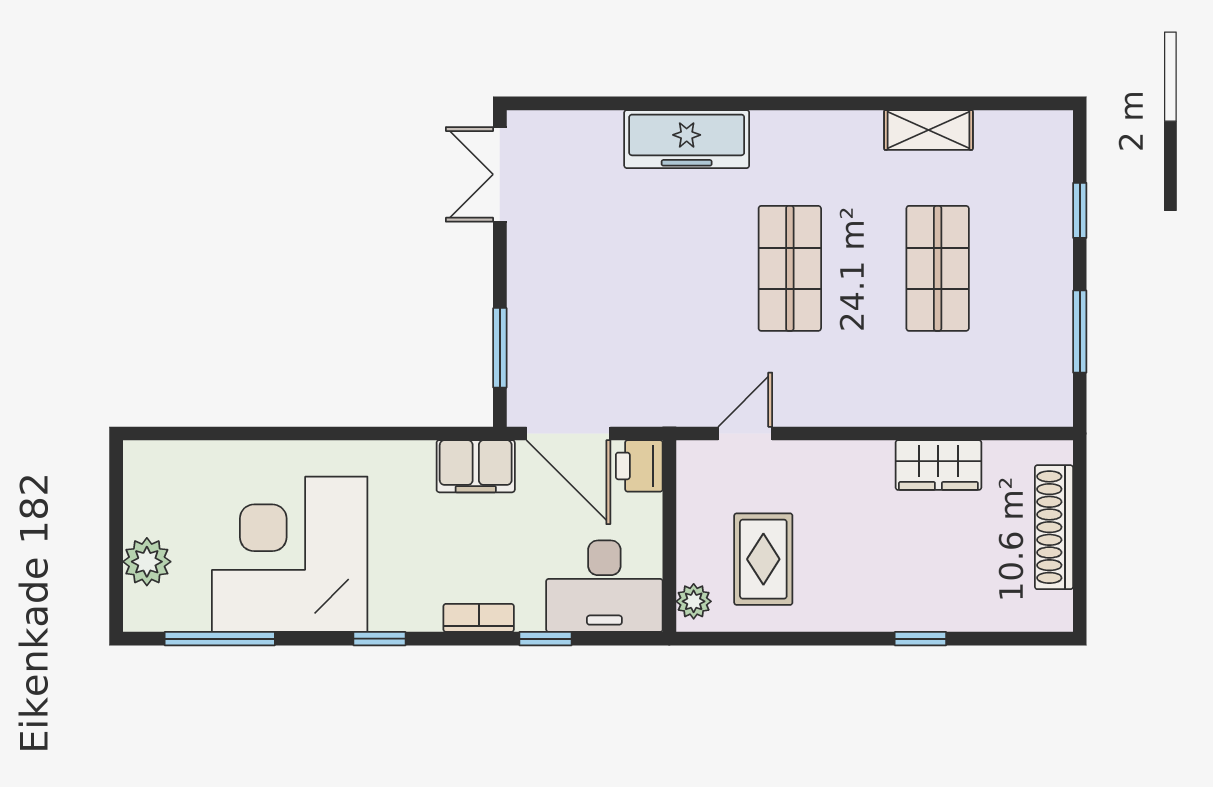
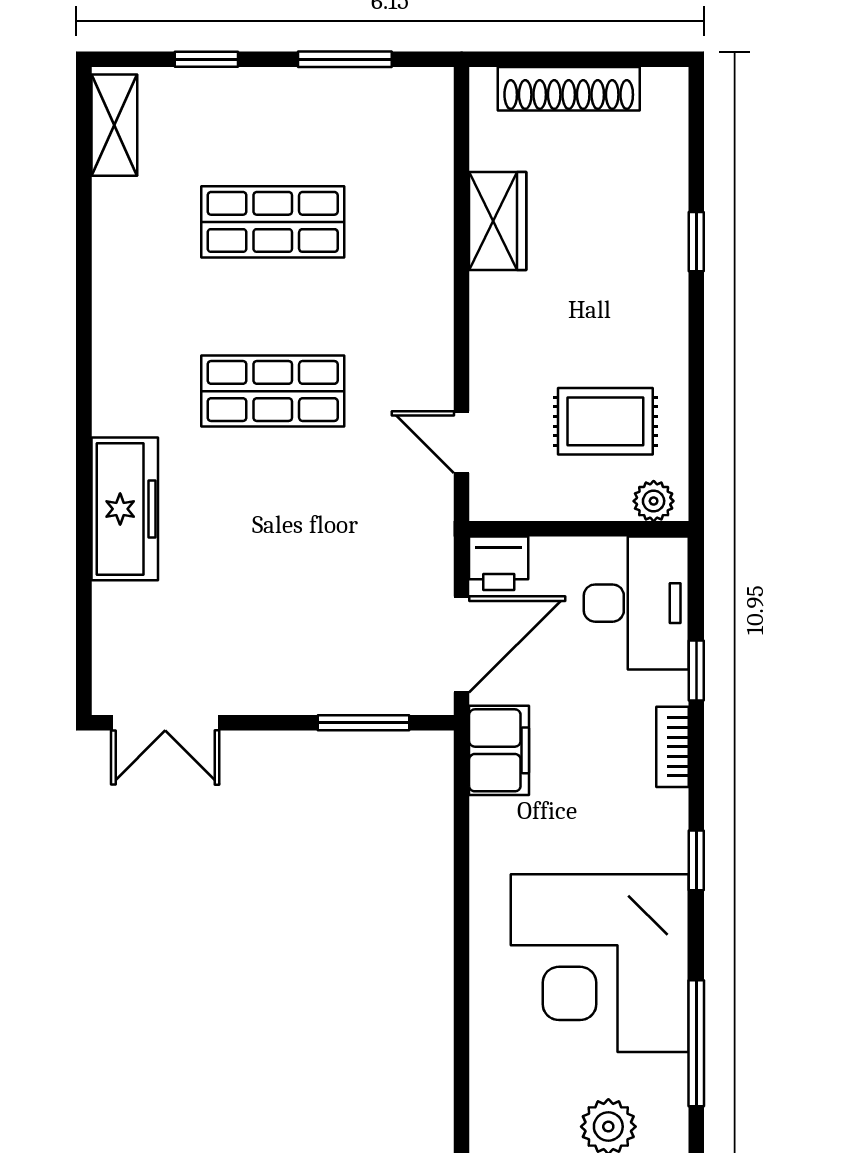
shelving: (928, 130) -> (114, 125), moved

